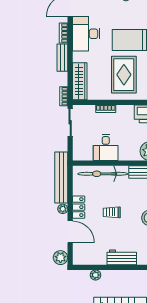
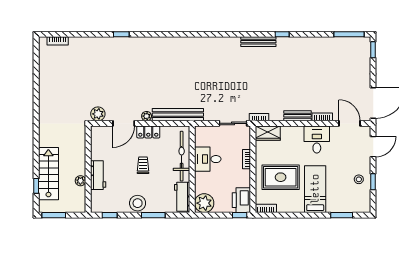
desk: (86, 34) -> (317, 140), width x0.73
wardrobe: (80, 81) -> (268, 133), width x0.67
plant: (95, 275) -> (80, 181), moved

